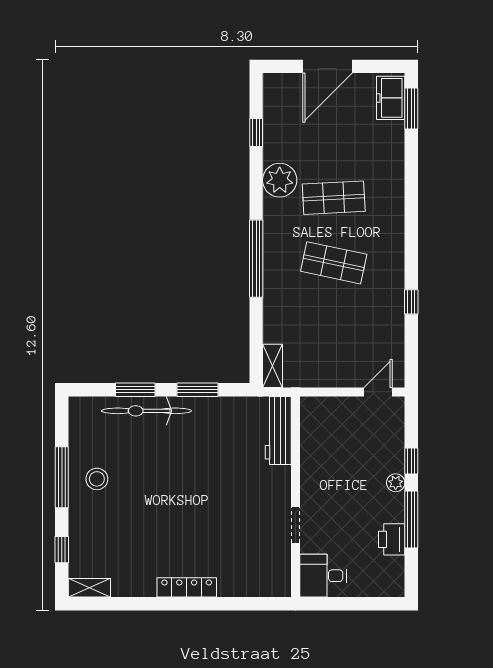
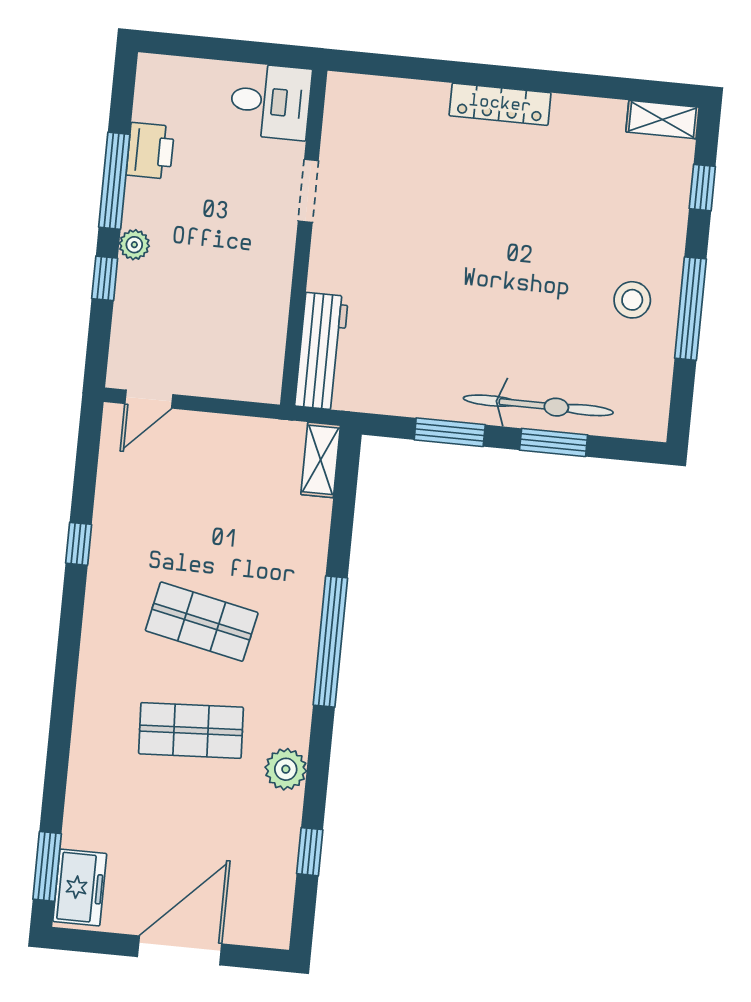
plant: (280, 180) -> (286, 769), width x0.73, depth x0.73

